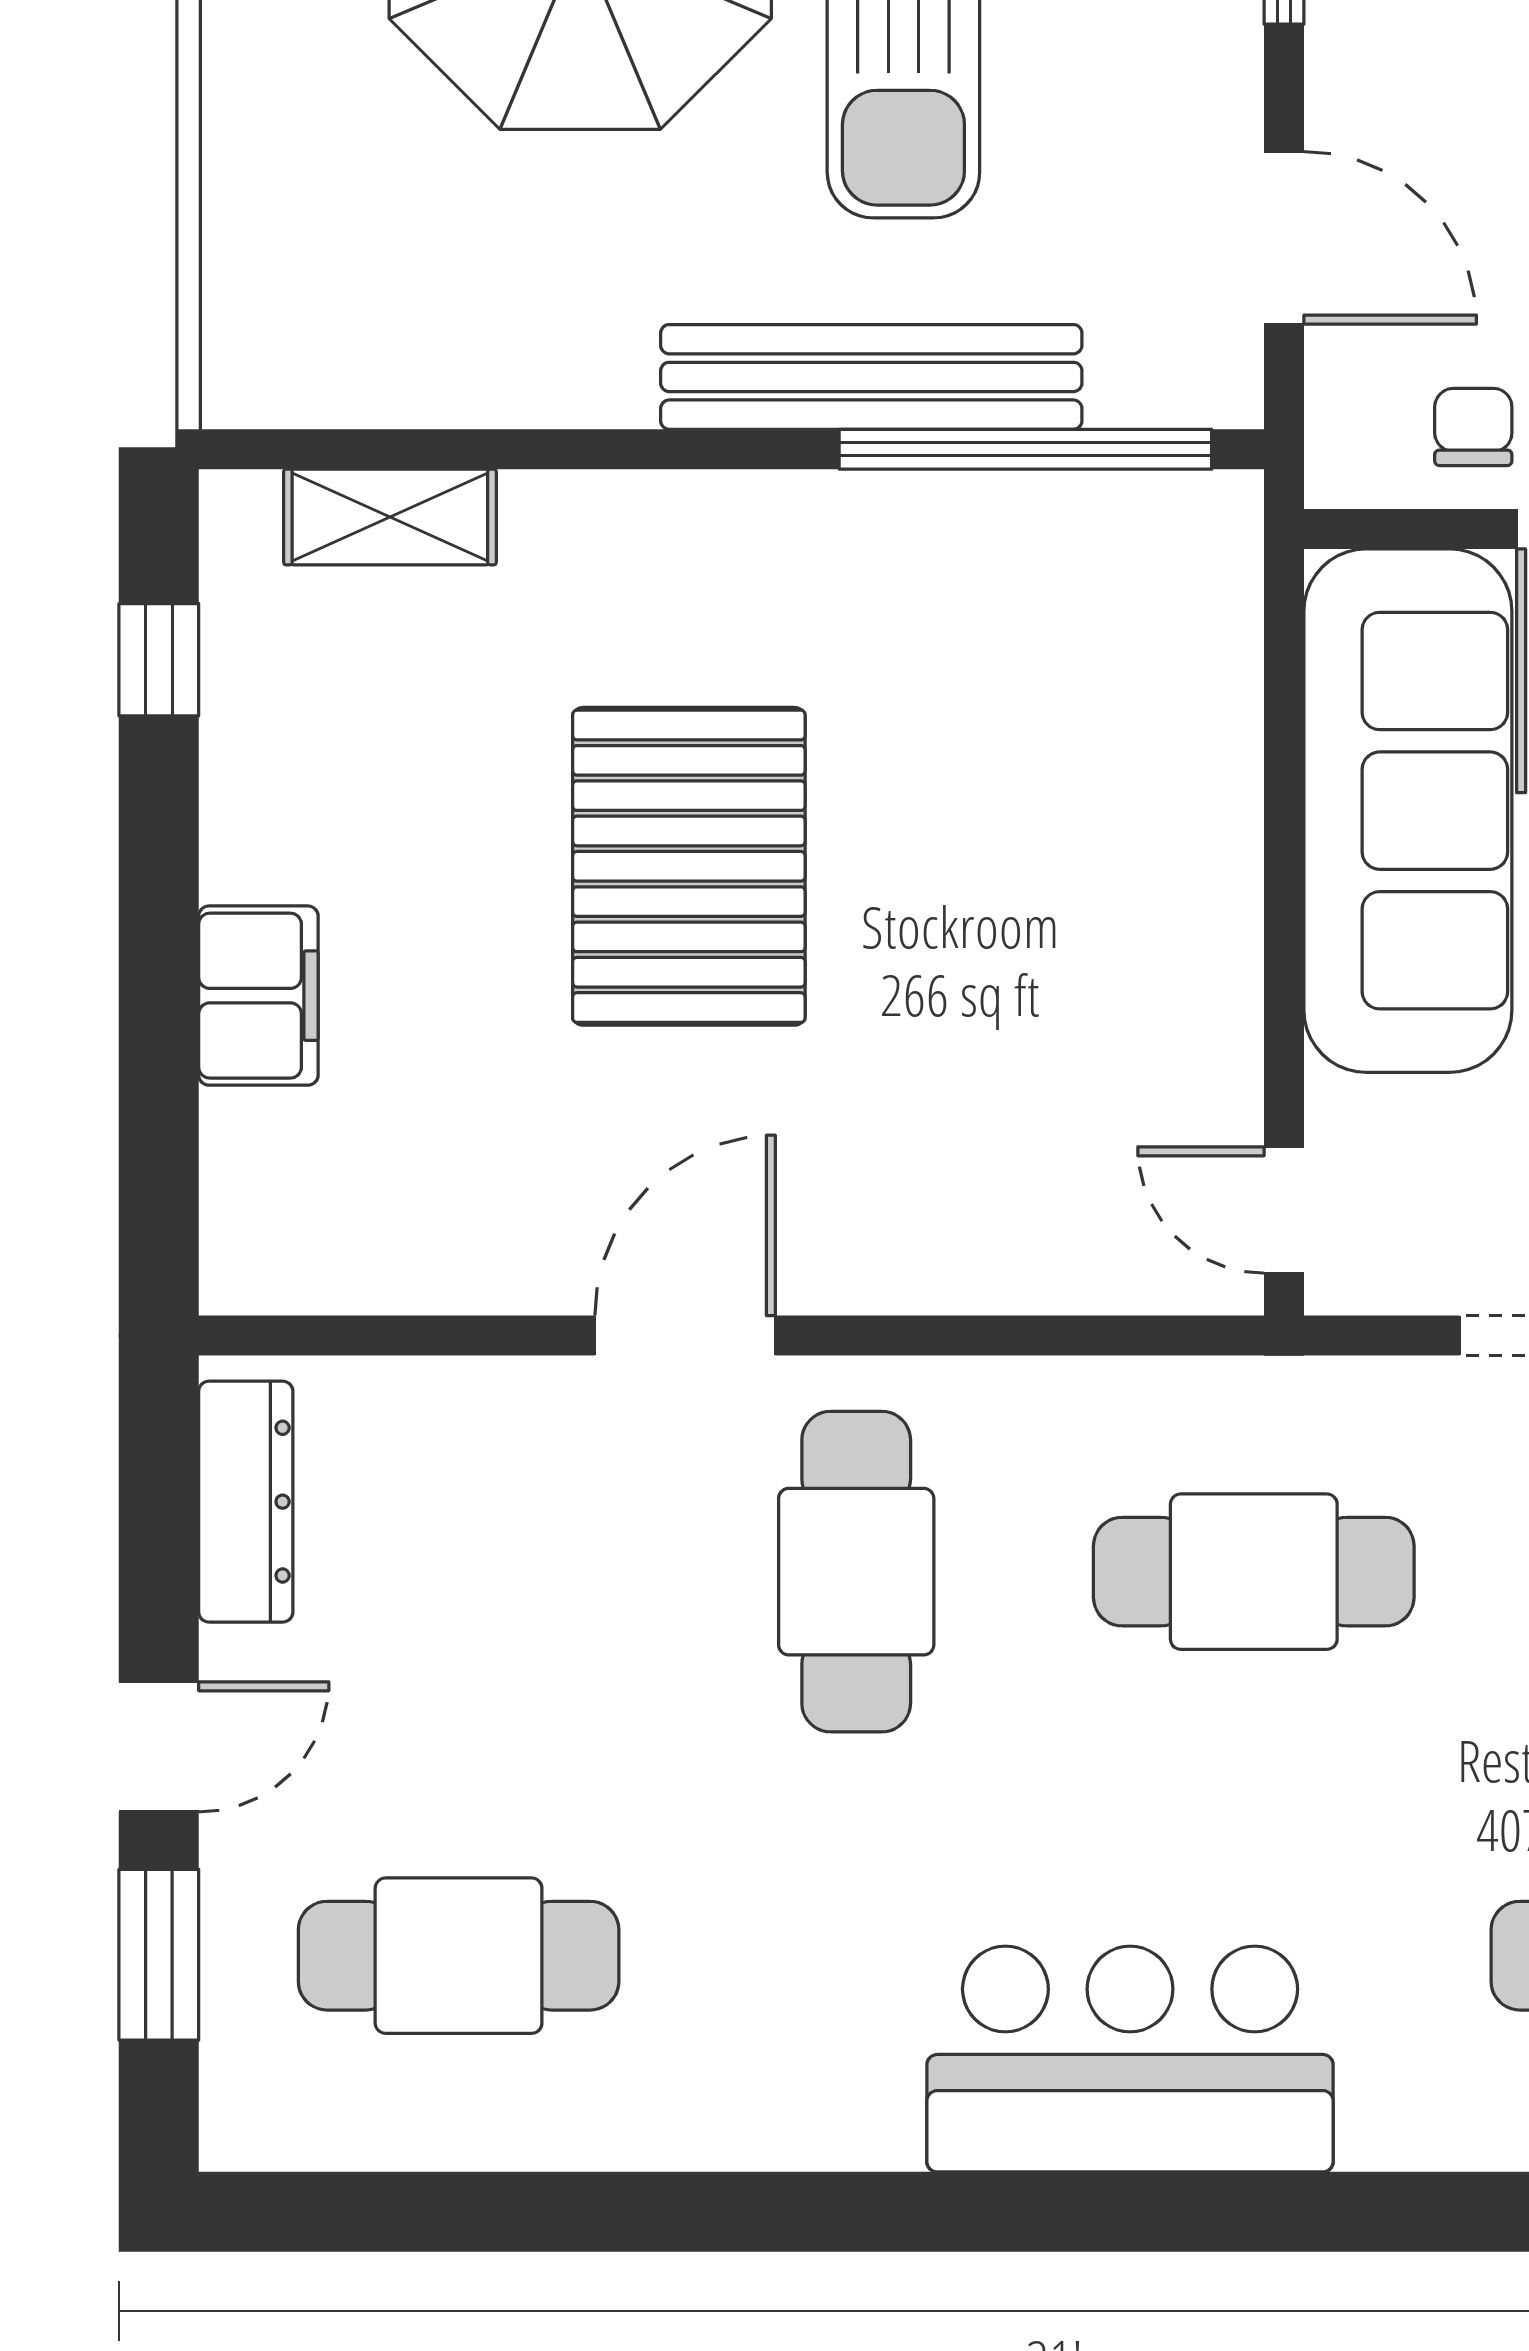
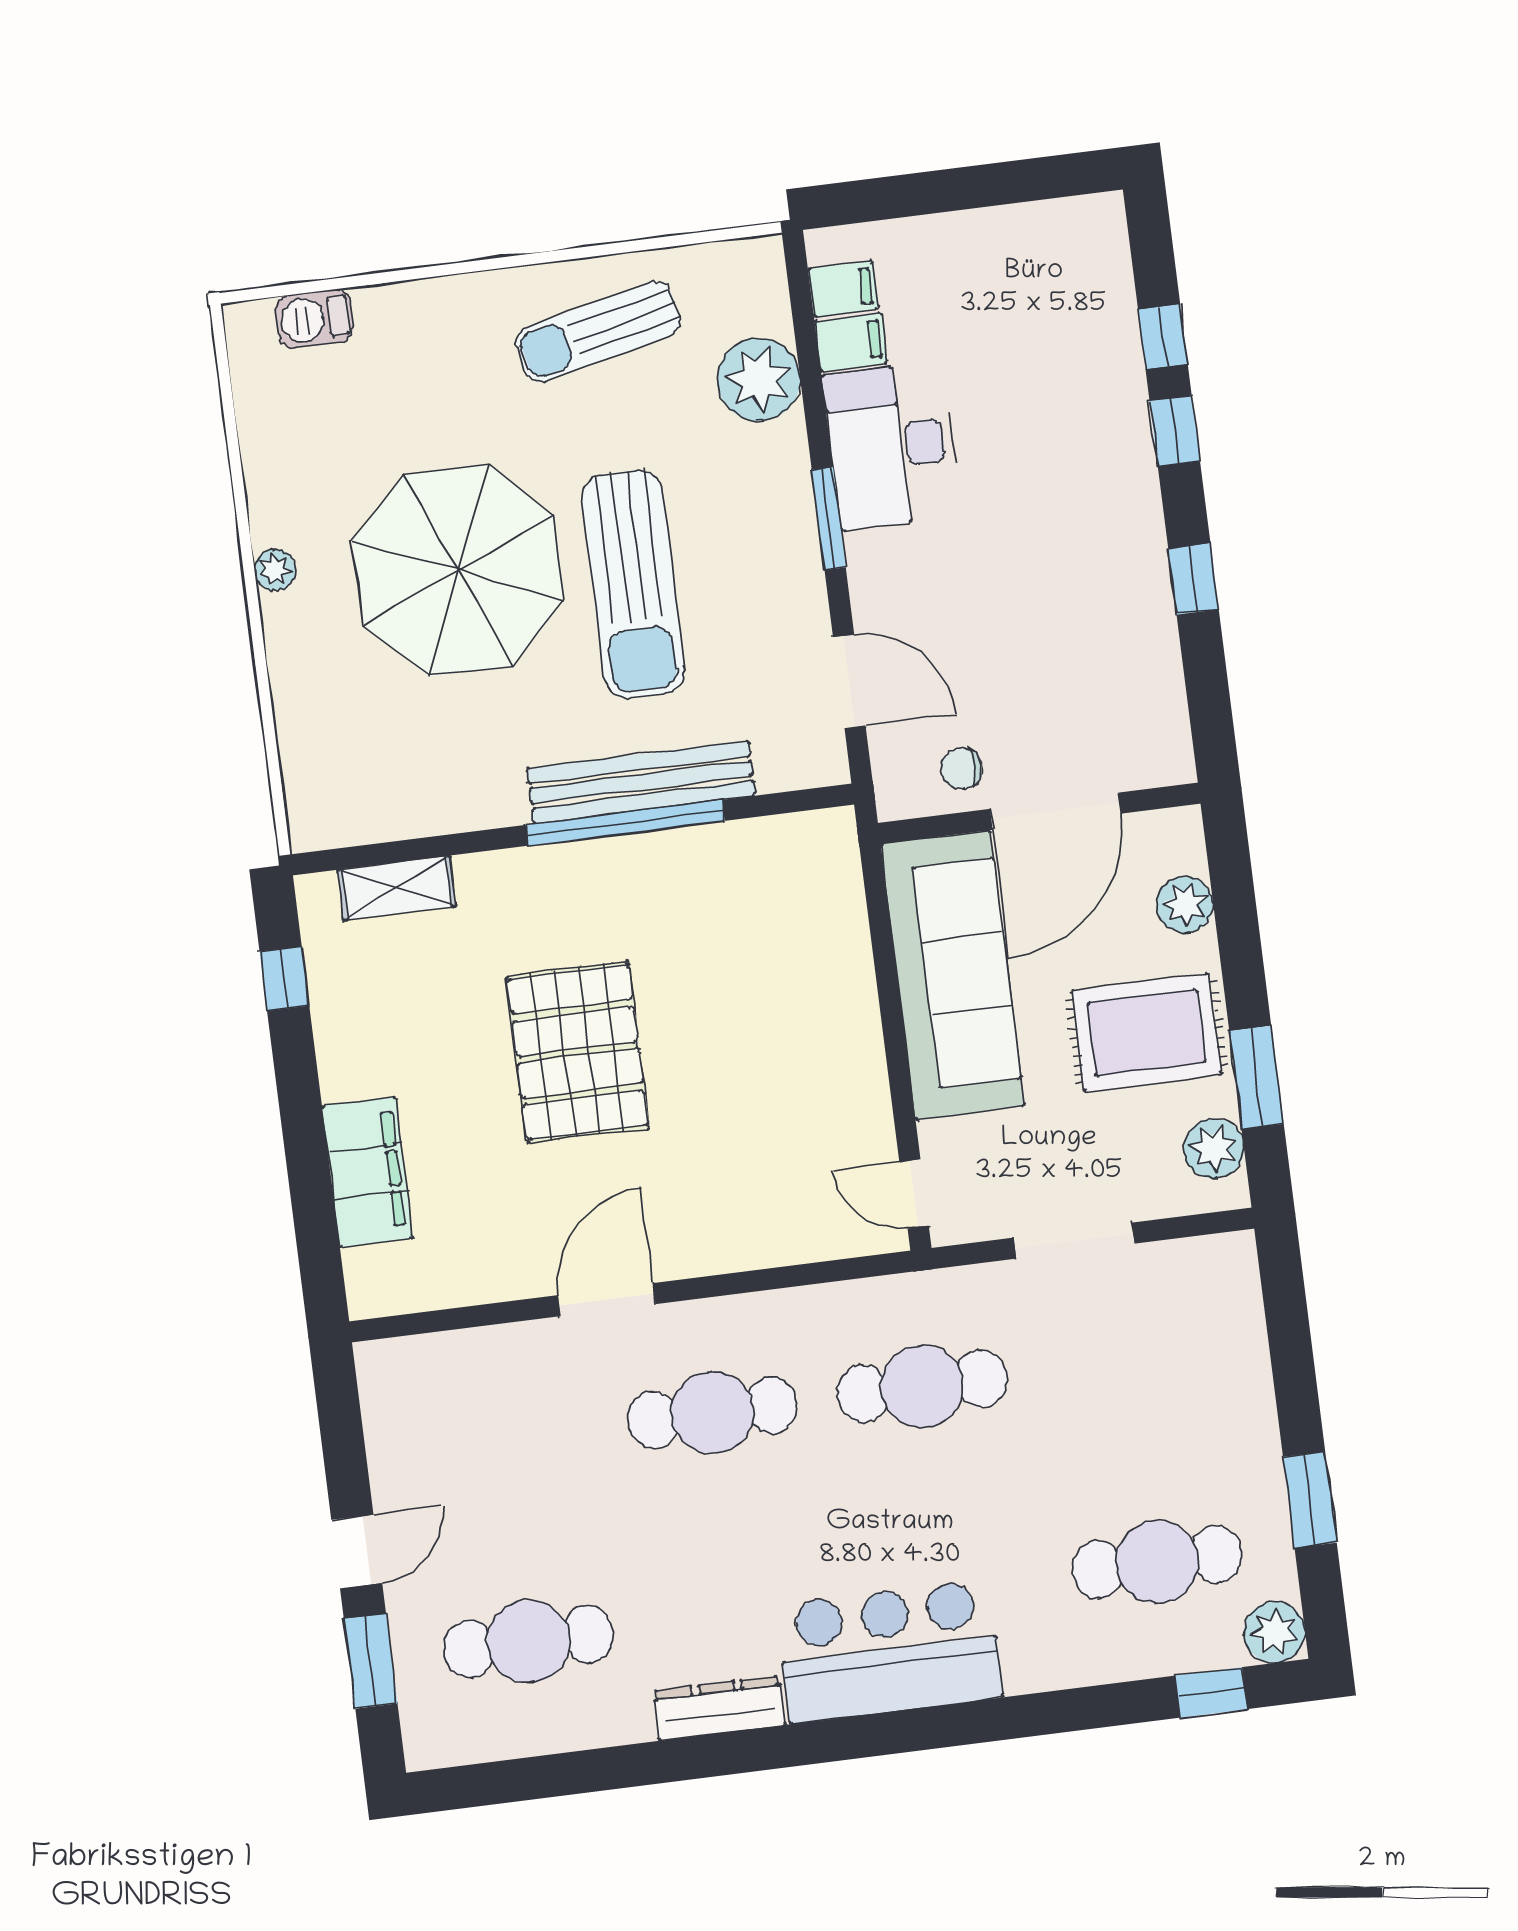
chair: (1473, 427) -> (962, 768), turned -90
window: (1025, 449) -> (625, 823), moved
filing cabinet: (258, 996) -> (367, 1172), width x1.50, depth x1.17
dresser: (246, 1502) -> (719, 1708), moved, turned -90
cafe table: (856, 1572) -> (713, 1413), turned 90

